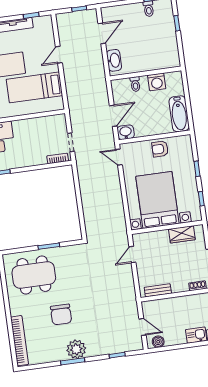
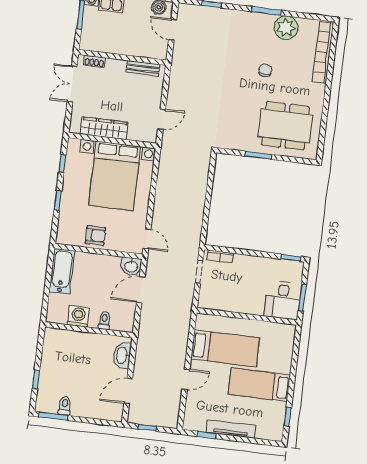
wardrobe: (182, 234) -> (104, 128), width x1.50
chair: (61, 314) -> (265, 70), width x0.54, depth x0.54
plant: (76, 349) -> (286, 28), moved

